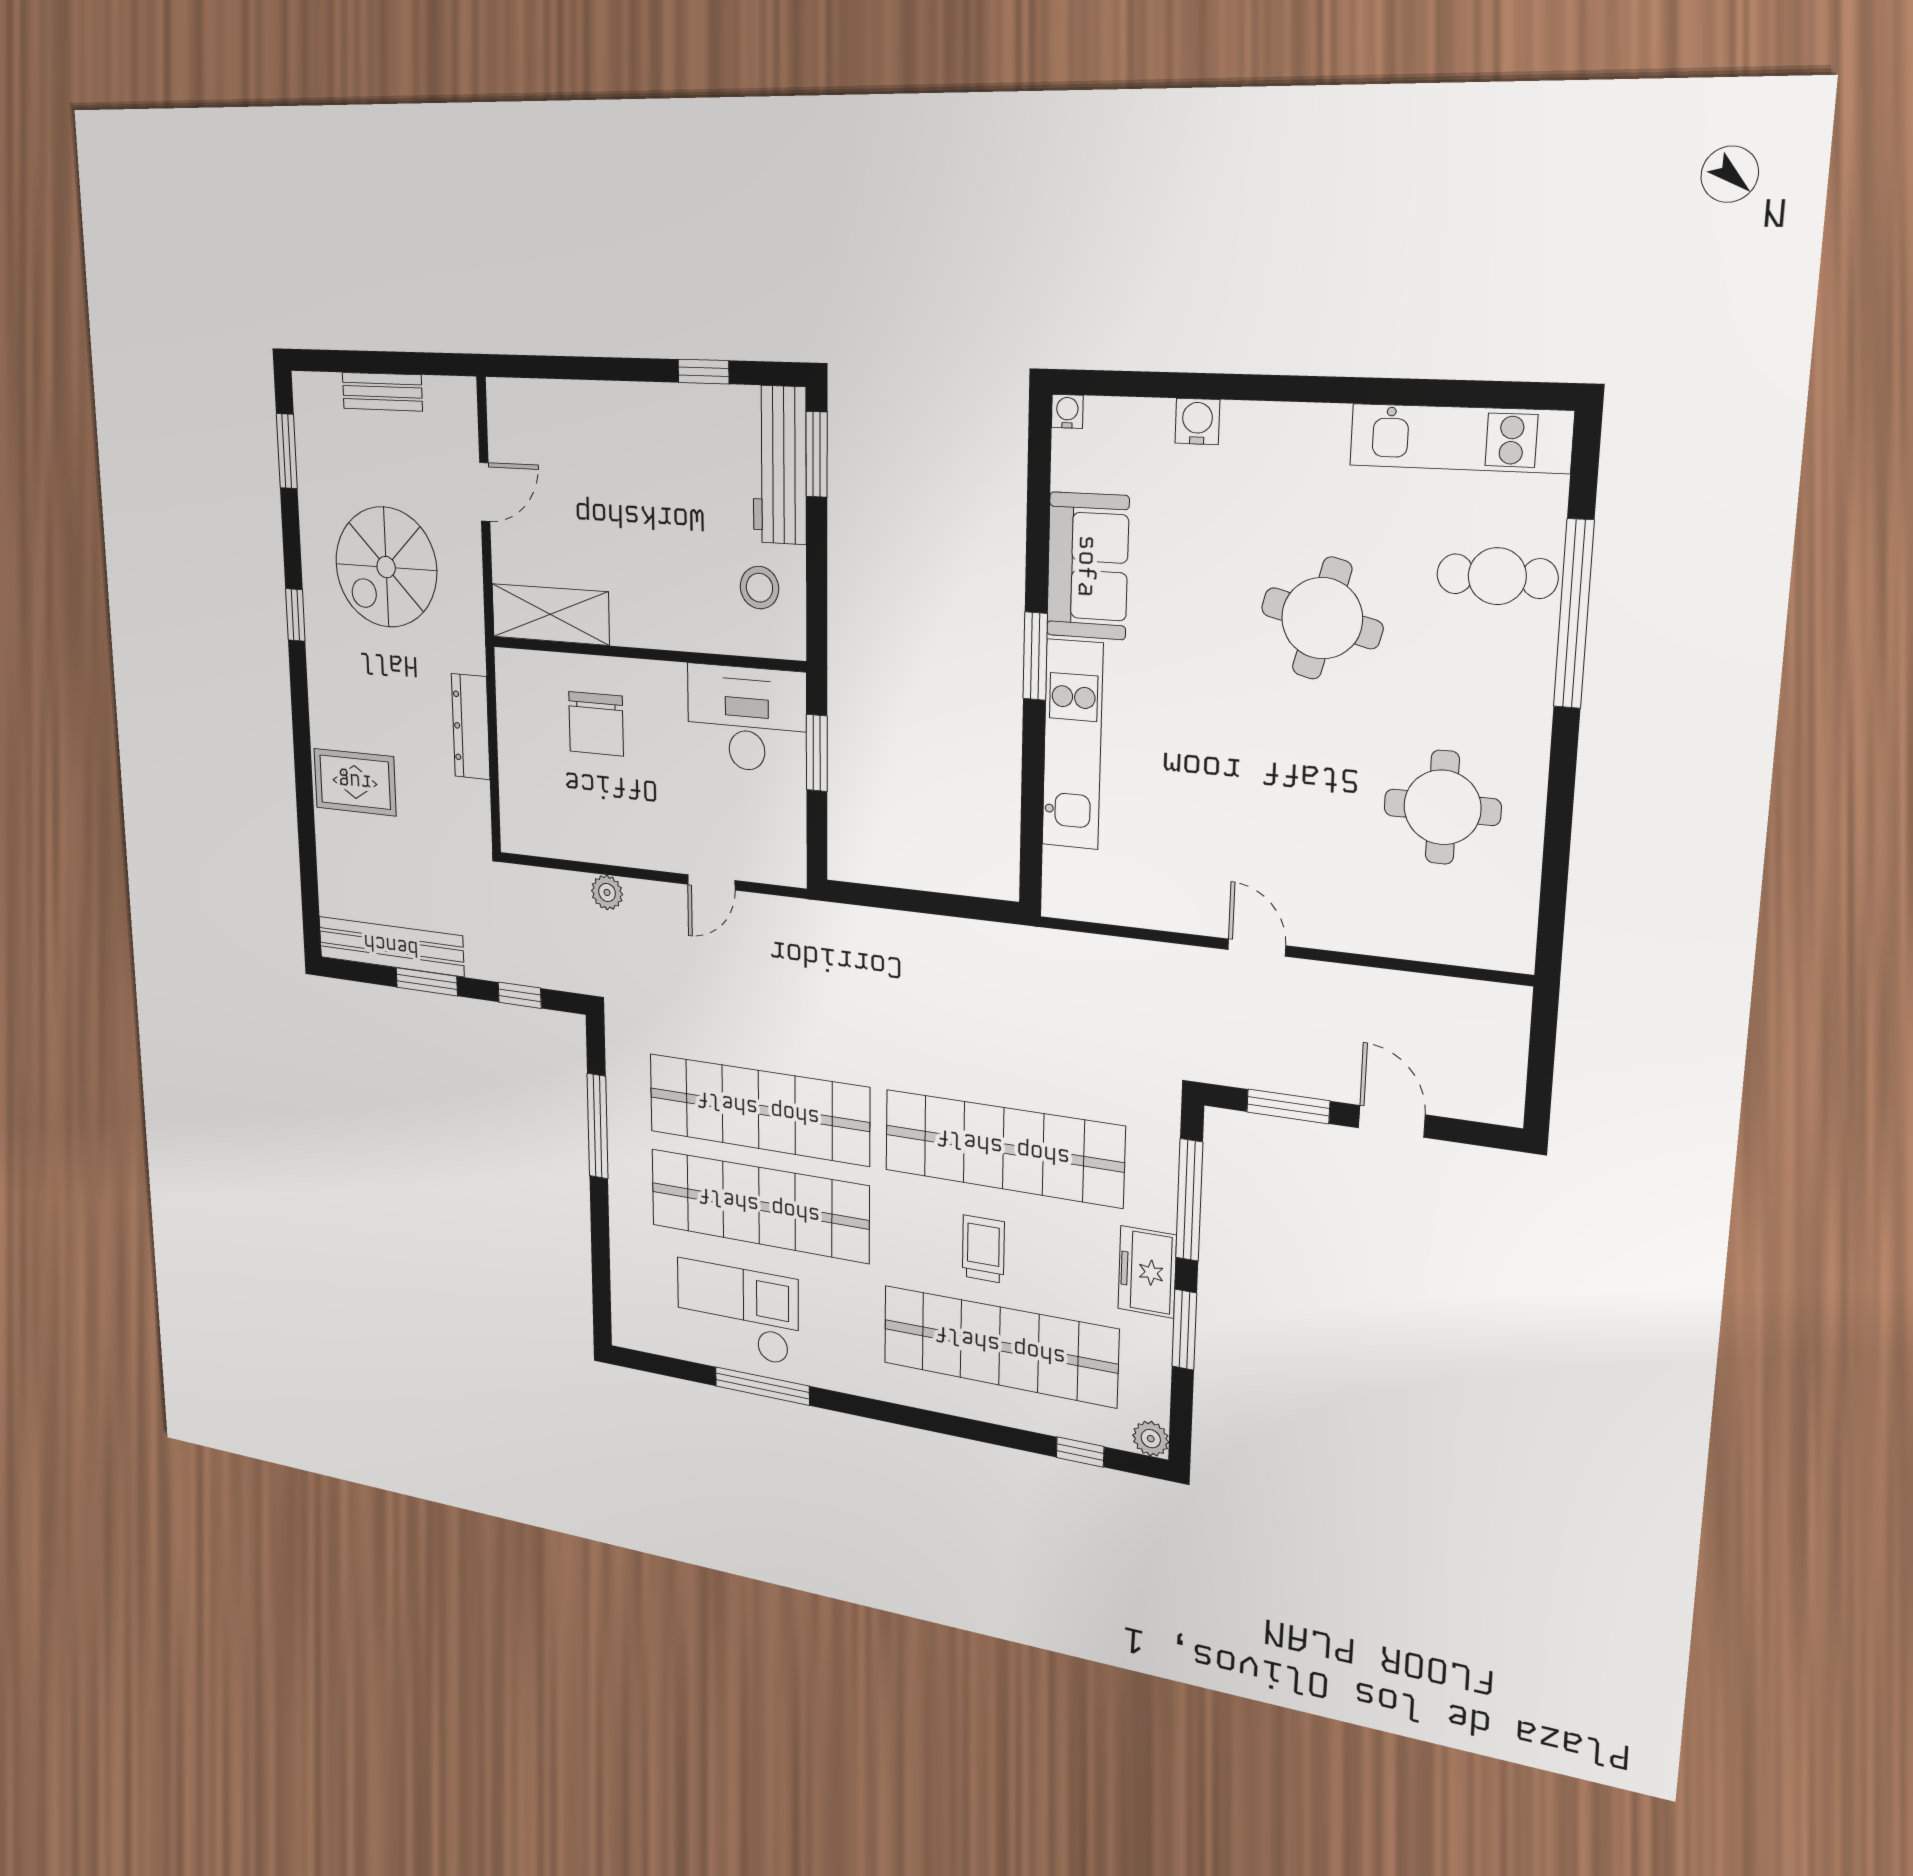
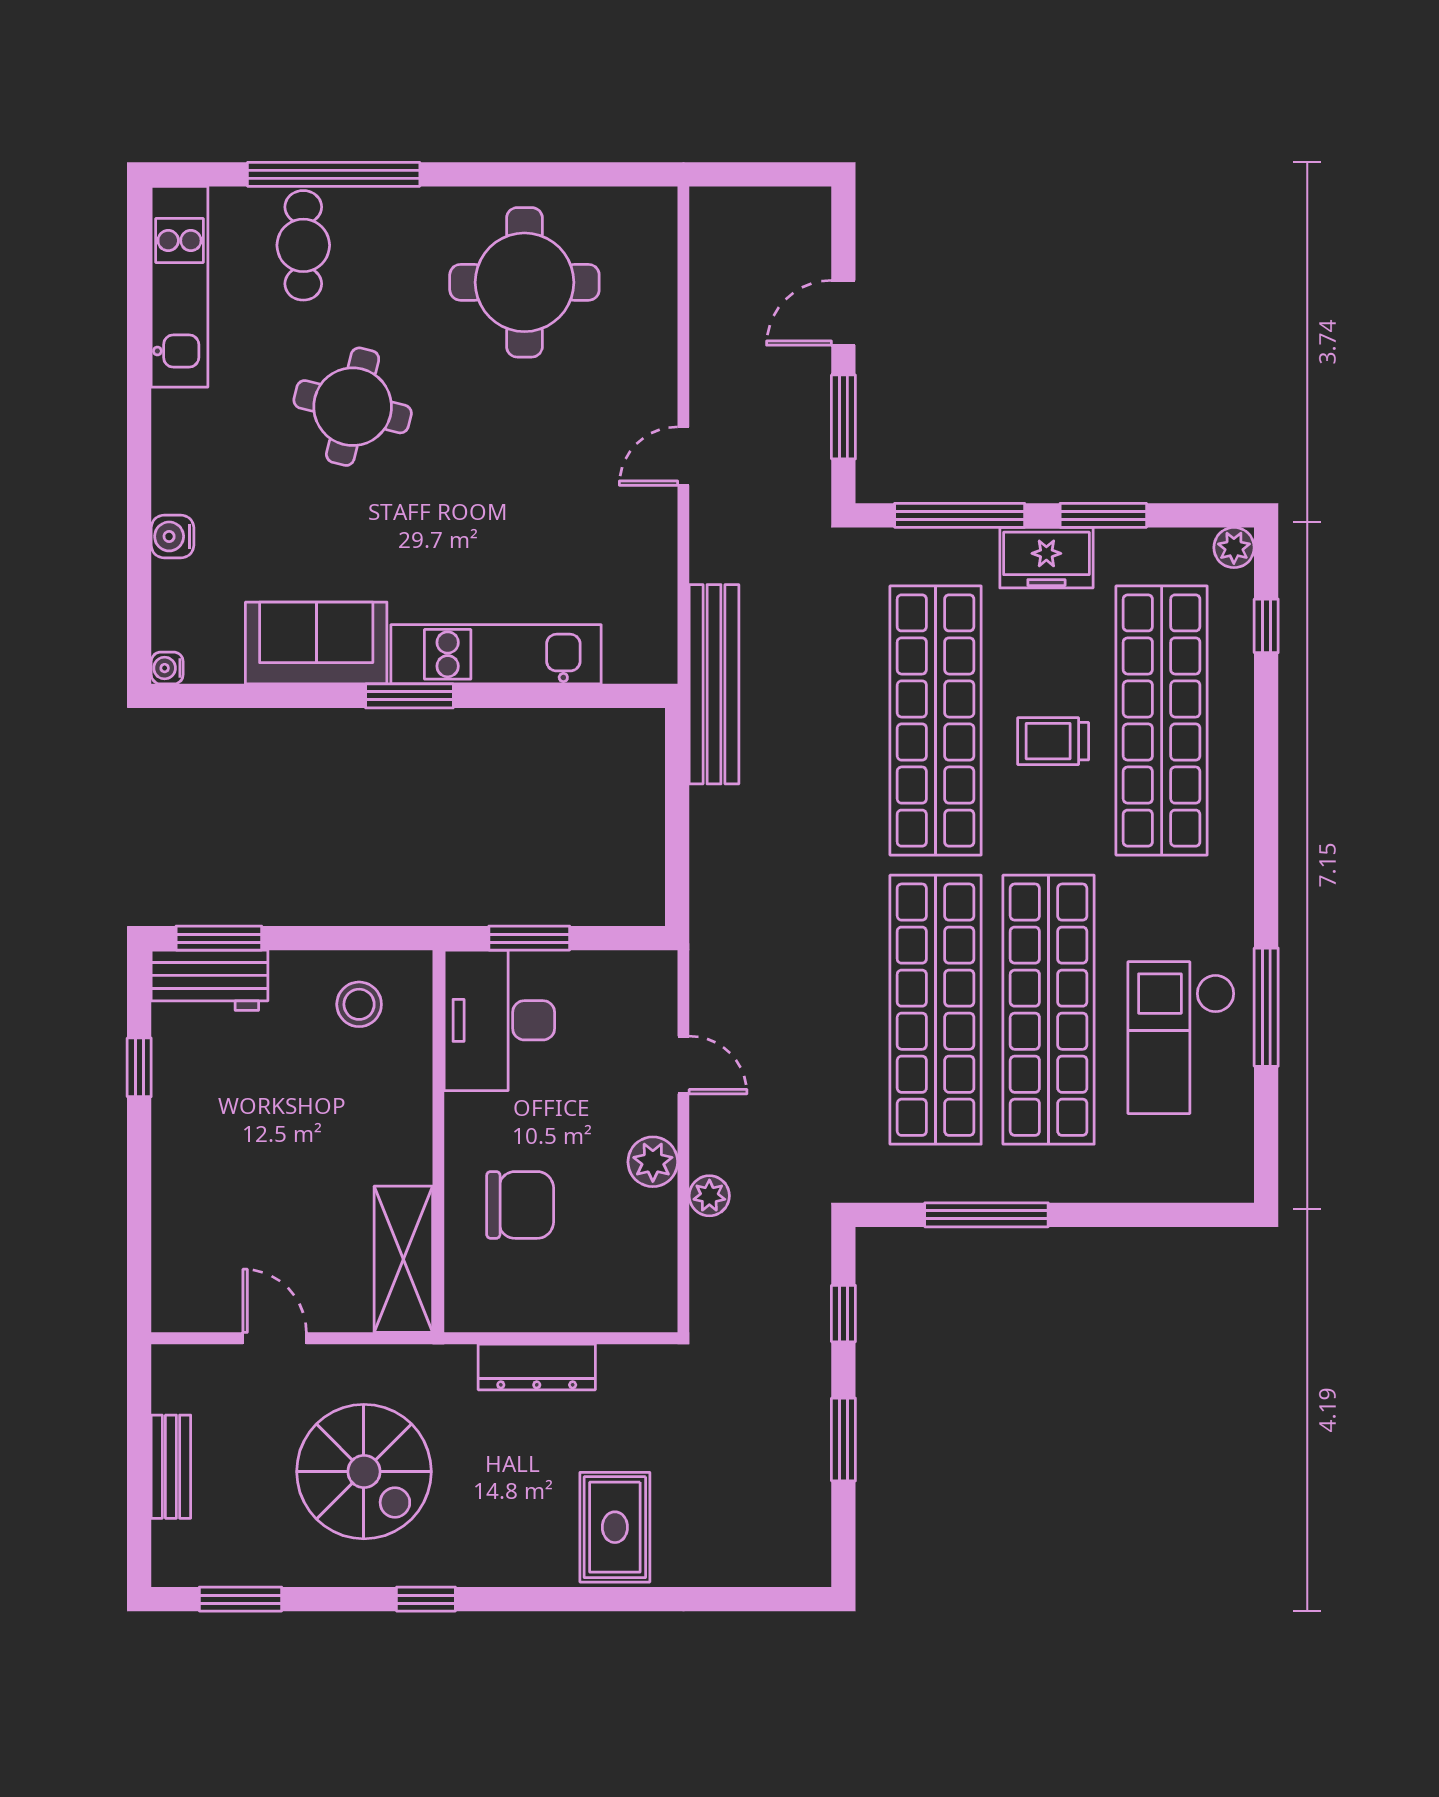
workbench: (780, 465) -> (210, 980), width x0.73
round table: (1442, 807) -> (524, 282), width x1.36, depth x1.36
plant: (633, 846) -> (653, 1162), added
bench: (391, 946) -> (714, 684), moved

